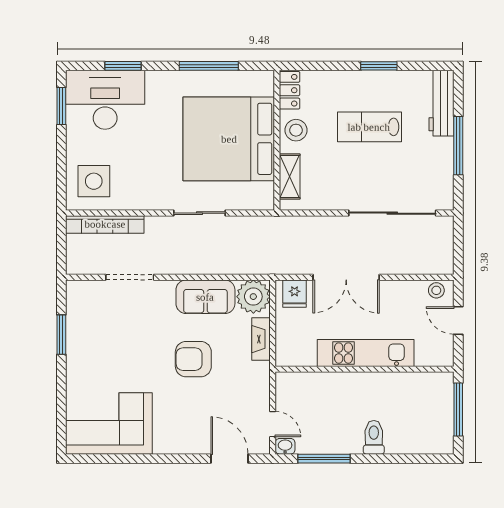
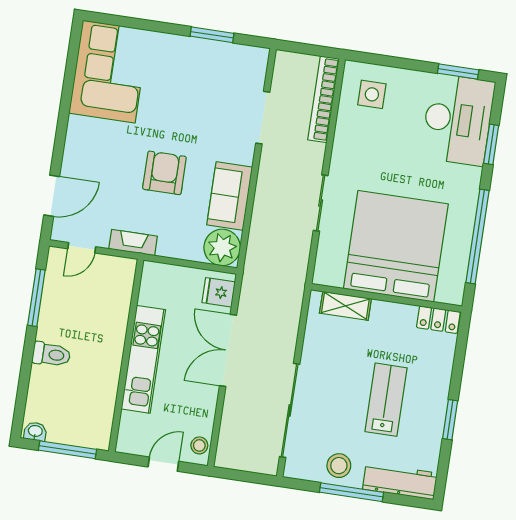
window: (209, 66) -> (477, 237), width x1.46
stool: (296, 130) -> (339, 466), moved
side table: (94, 181) -> (372, 94), width x0.73, depth x0.73
fireplace: (261, 339) -> (133, 243), moved
washbasin: (285, 446) -> (35, 431), moved, turned -90

